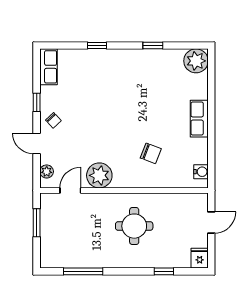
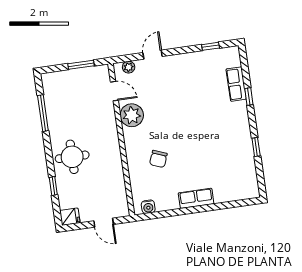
plant: (196, 61) -> (248, 188), removed
row of seats: (49, 67) -> (236, 84), moved, turned 90
window: (37, 102) -> (211, 46), moved
chair: (53, 120) -> (176, 67), removed
round table: (134, 226) -> (72, 157), moved

